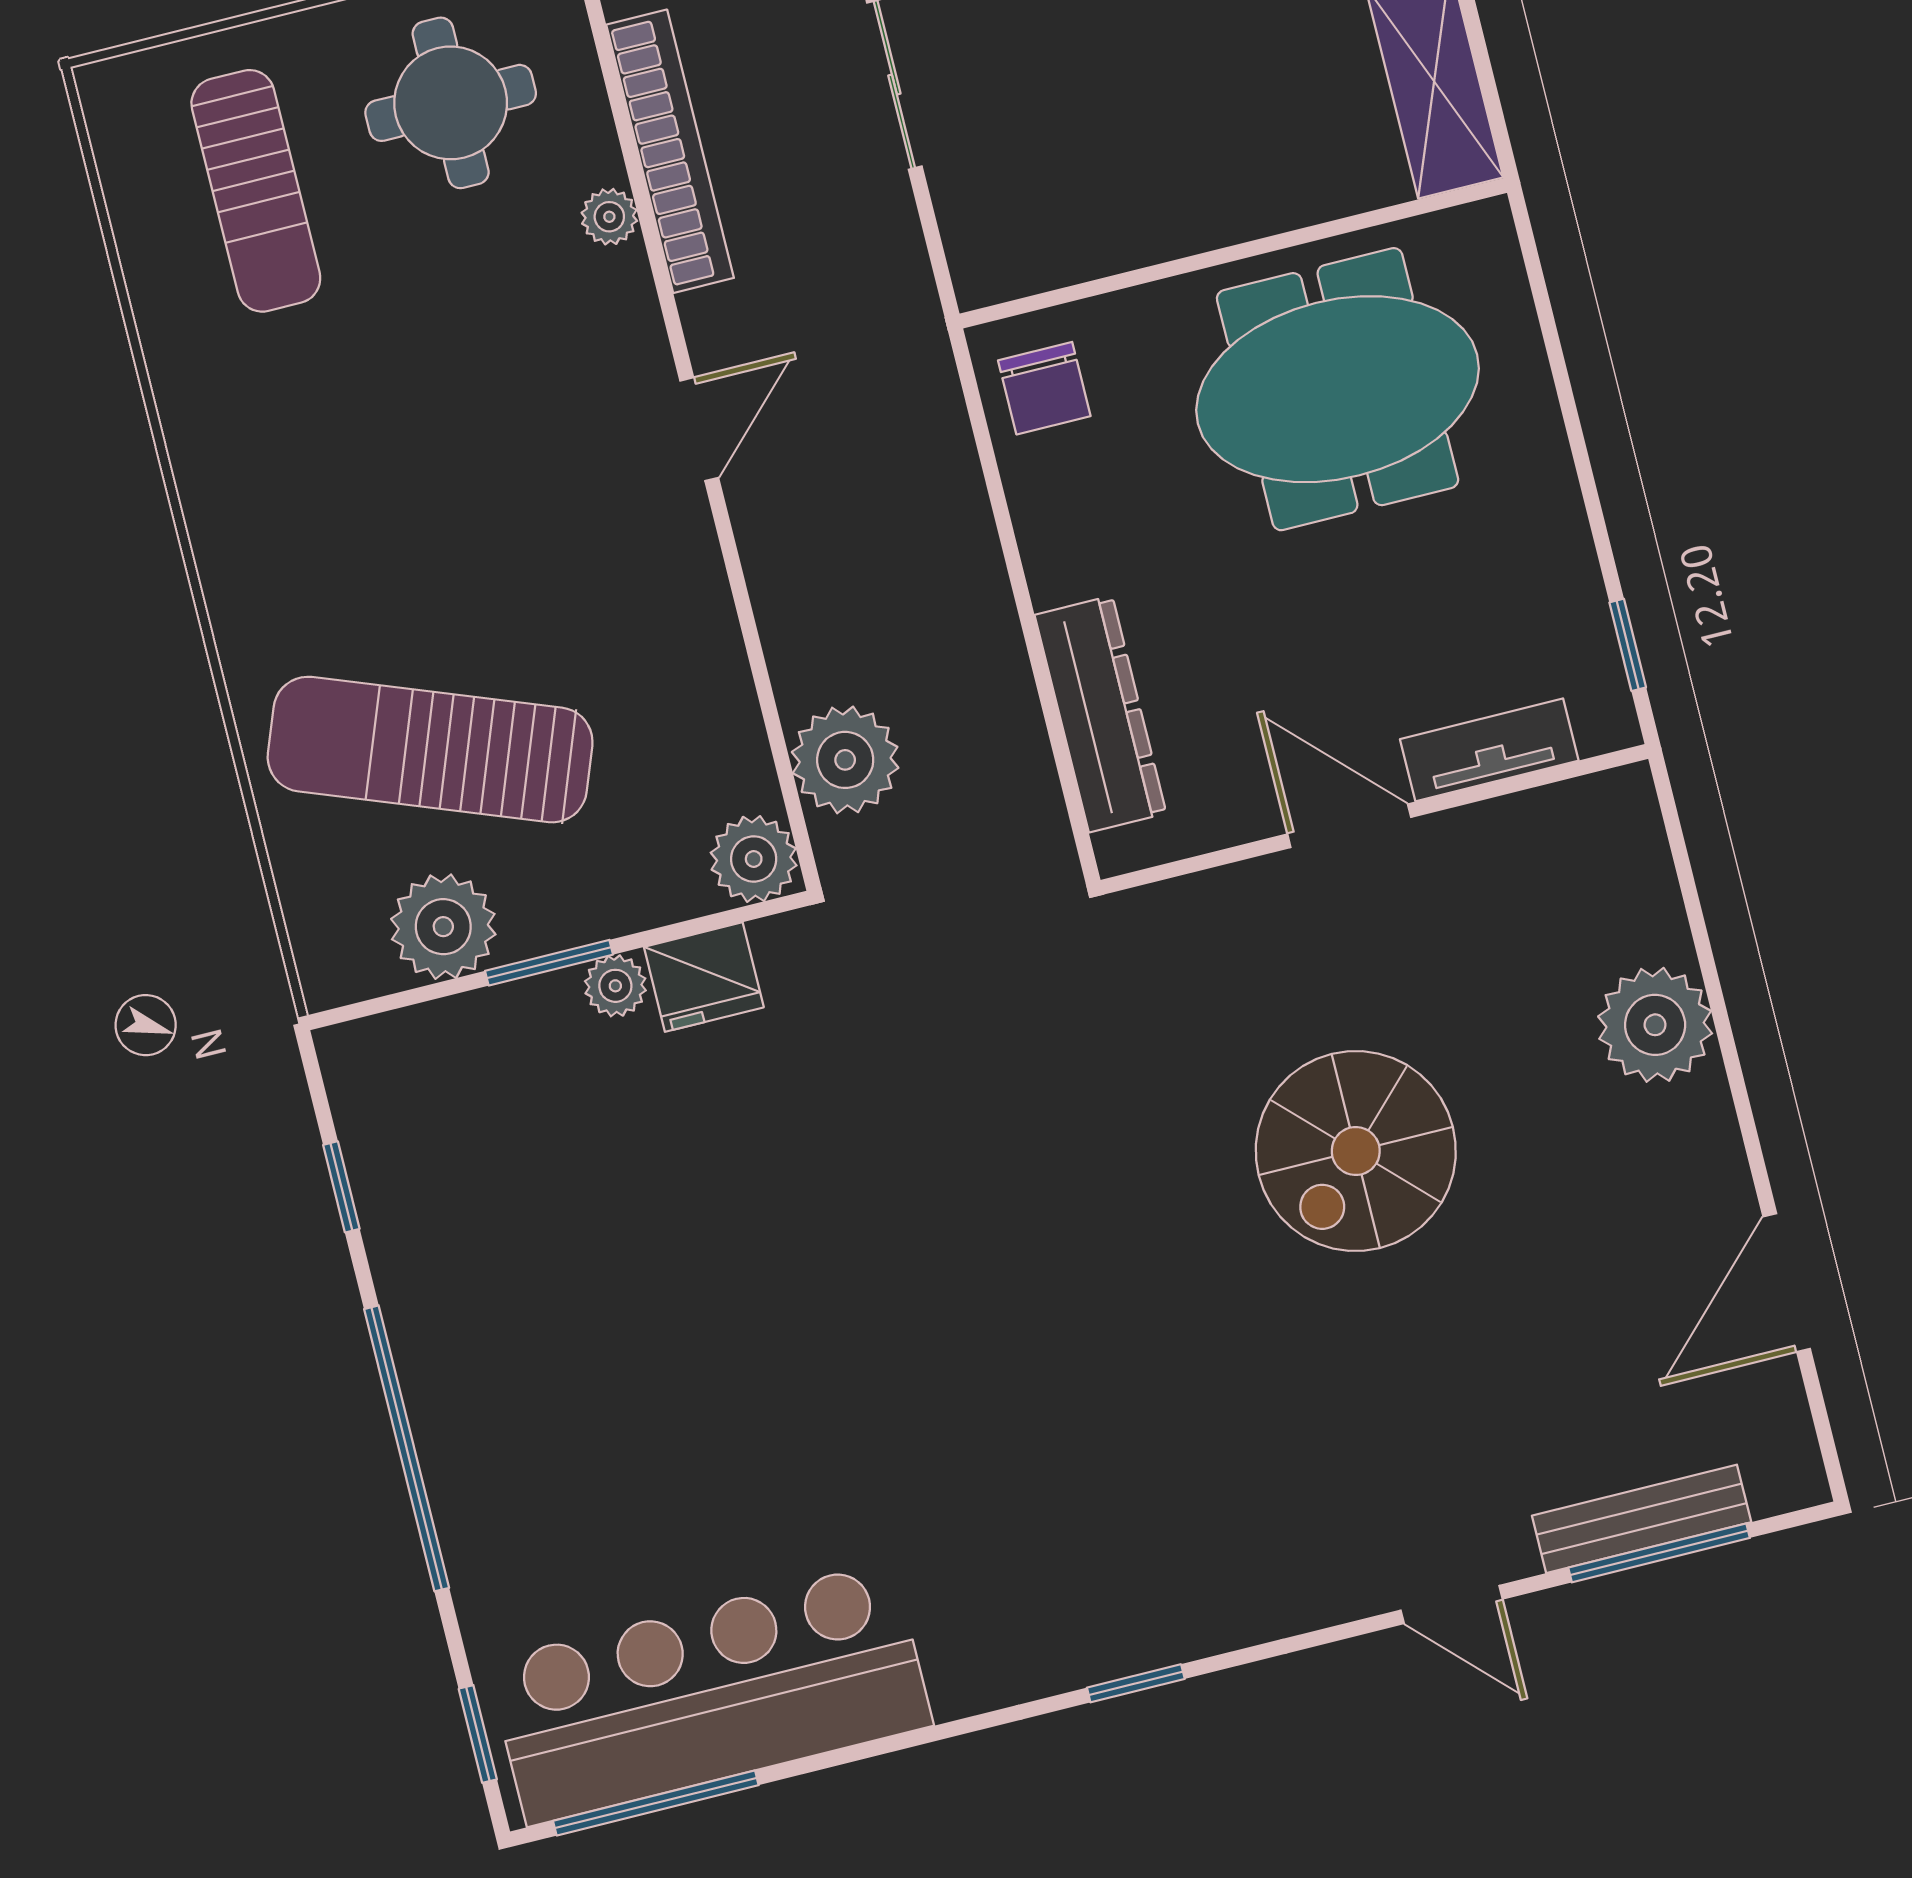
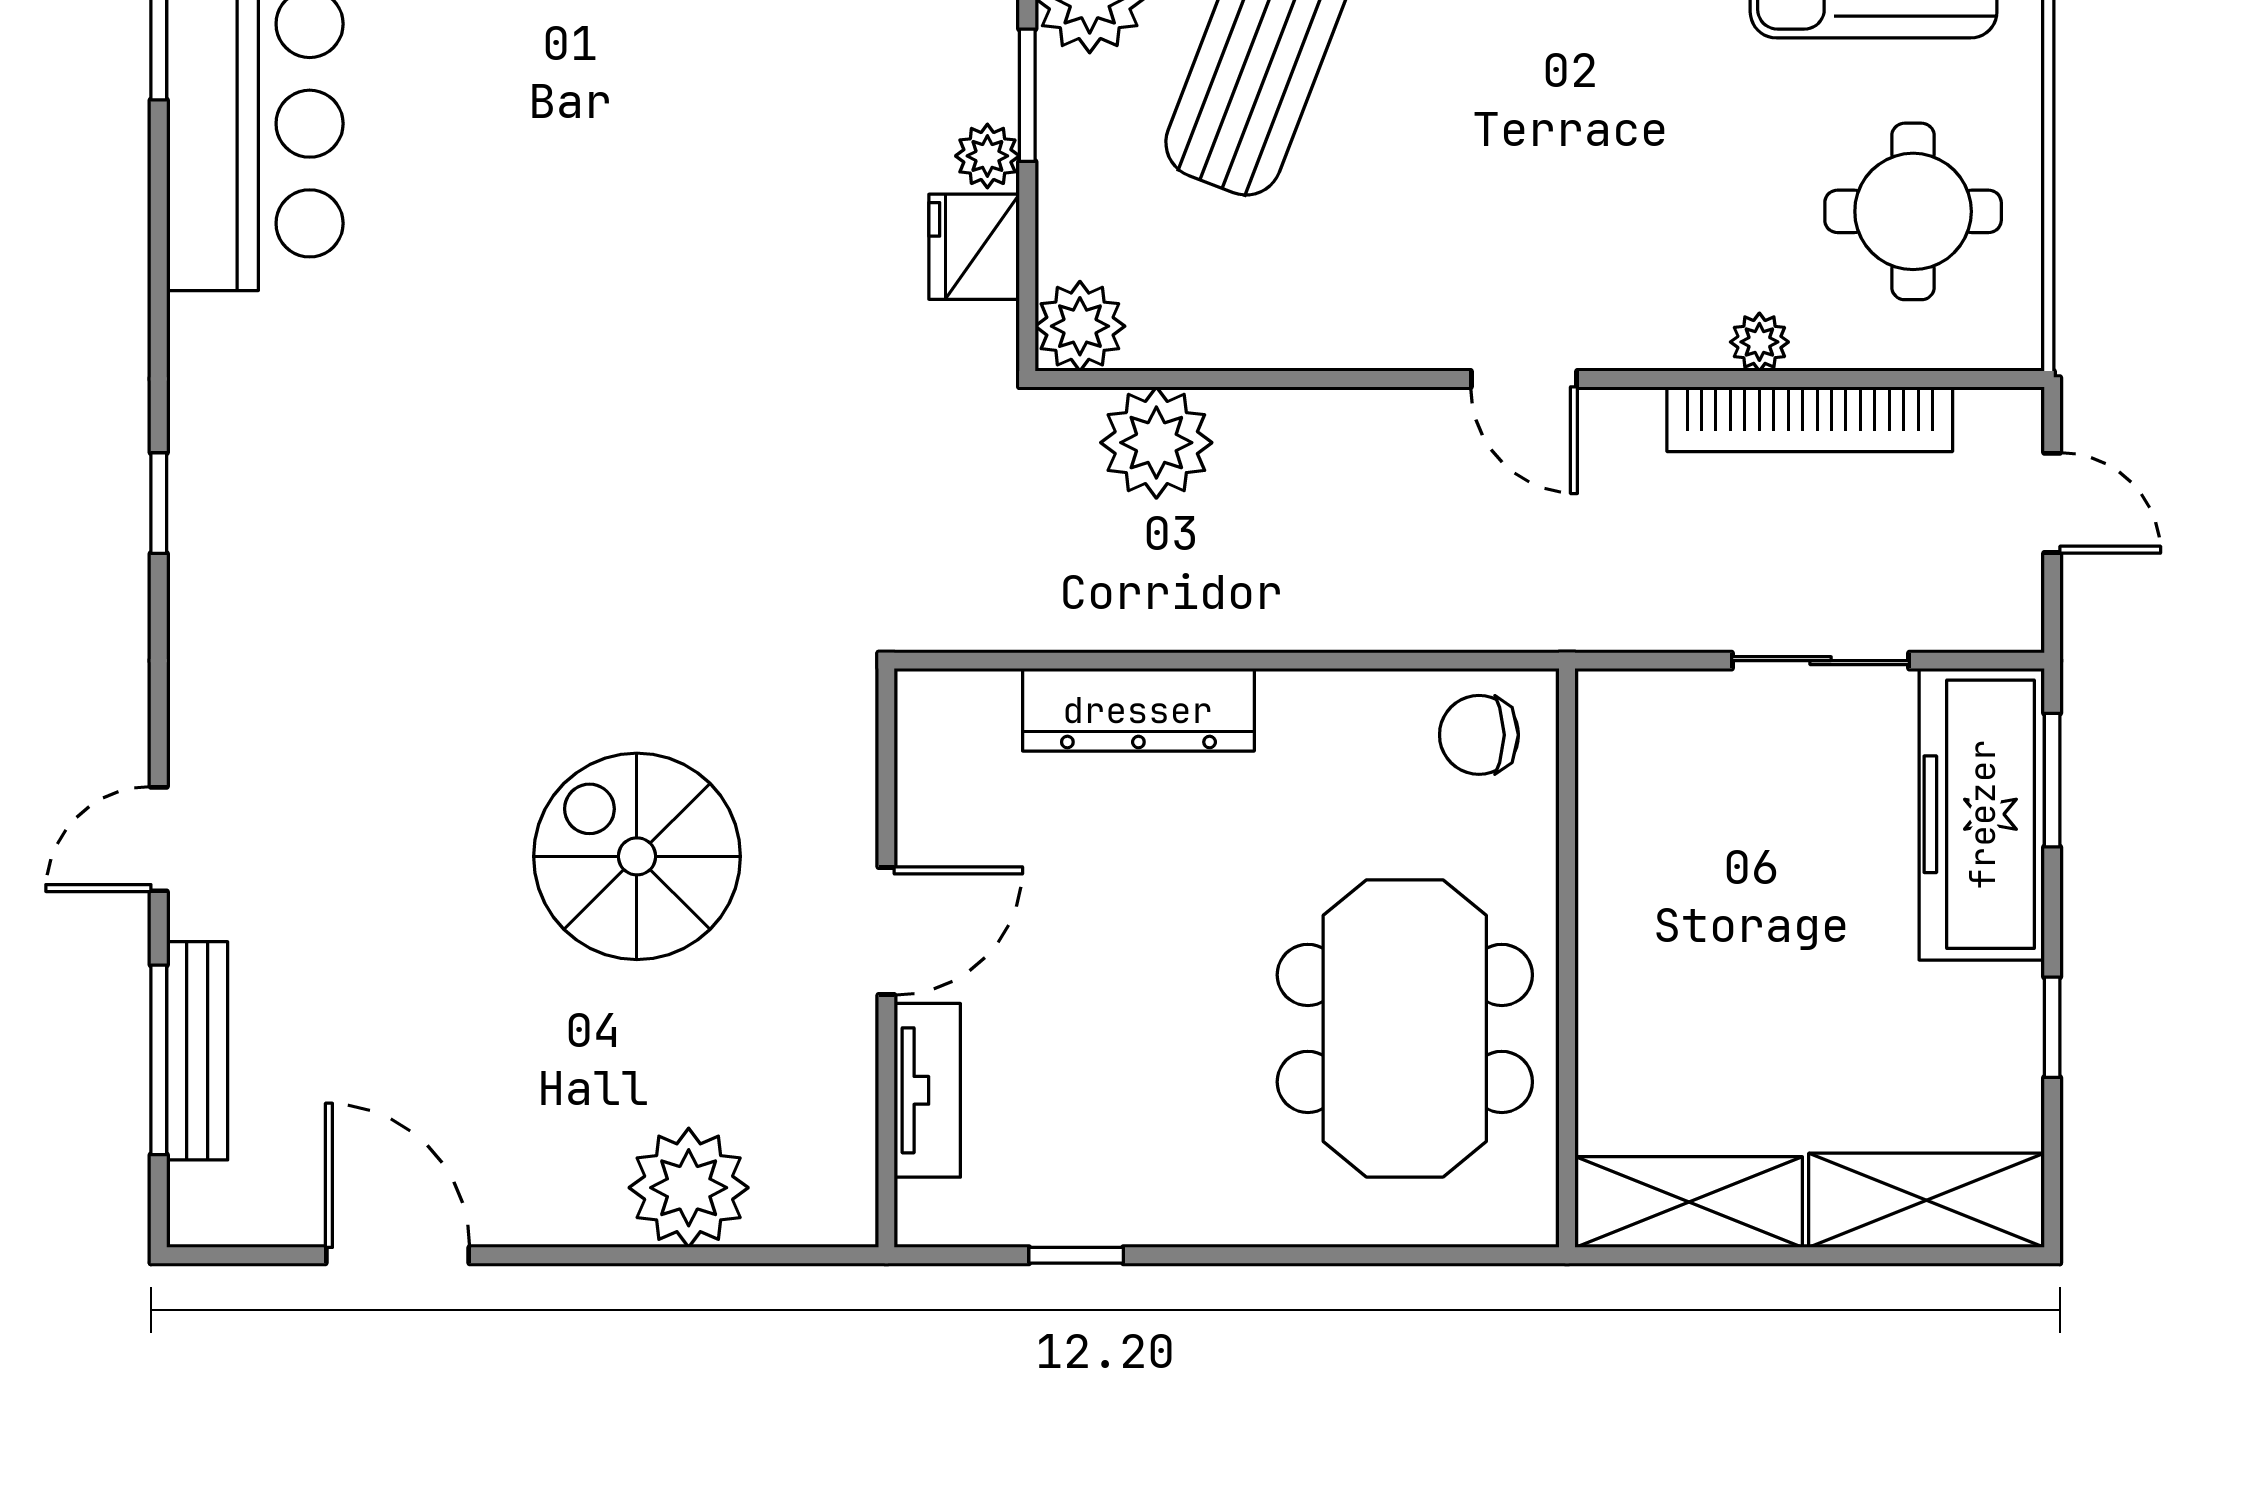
tv unit: (1489, 750) -> (927, 1090), moved
wall: (1374, 819) -> (886, 958), moved
door: (1349, 826) -> (886, 931), moved

